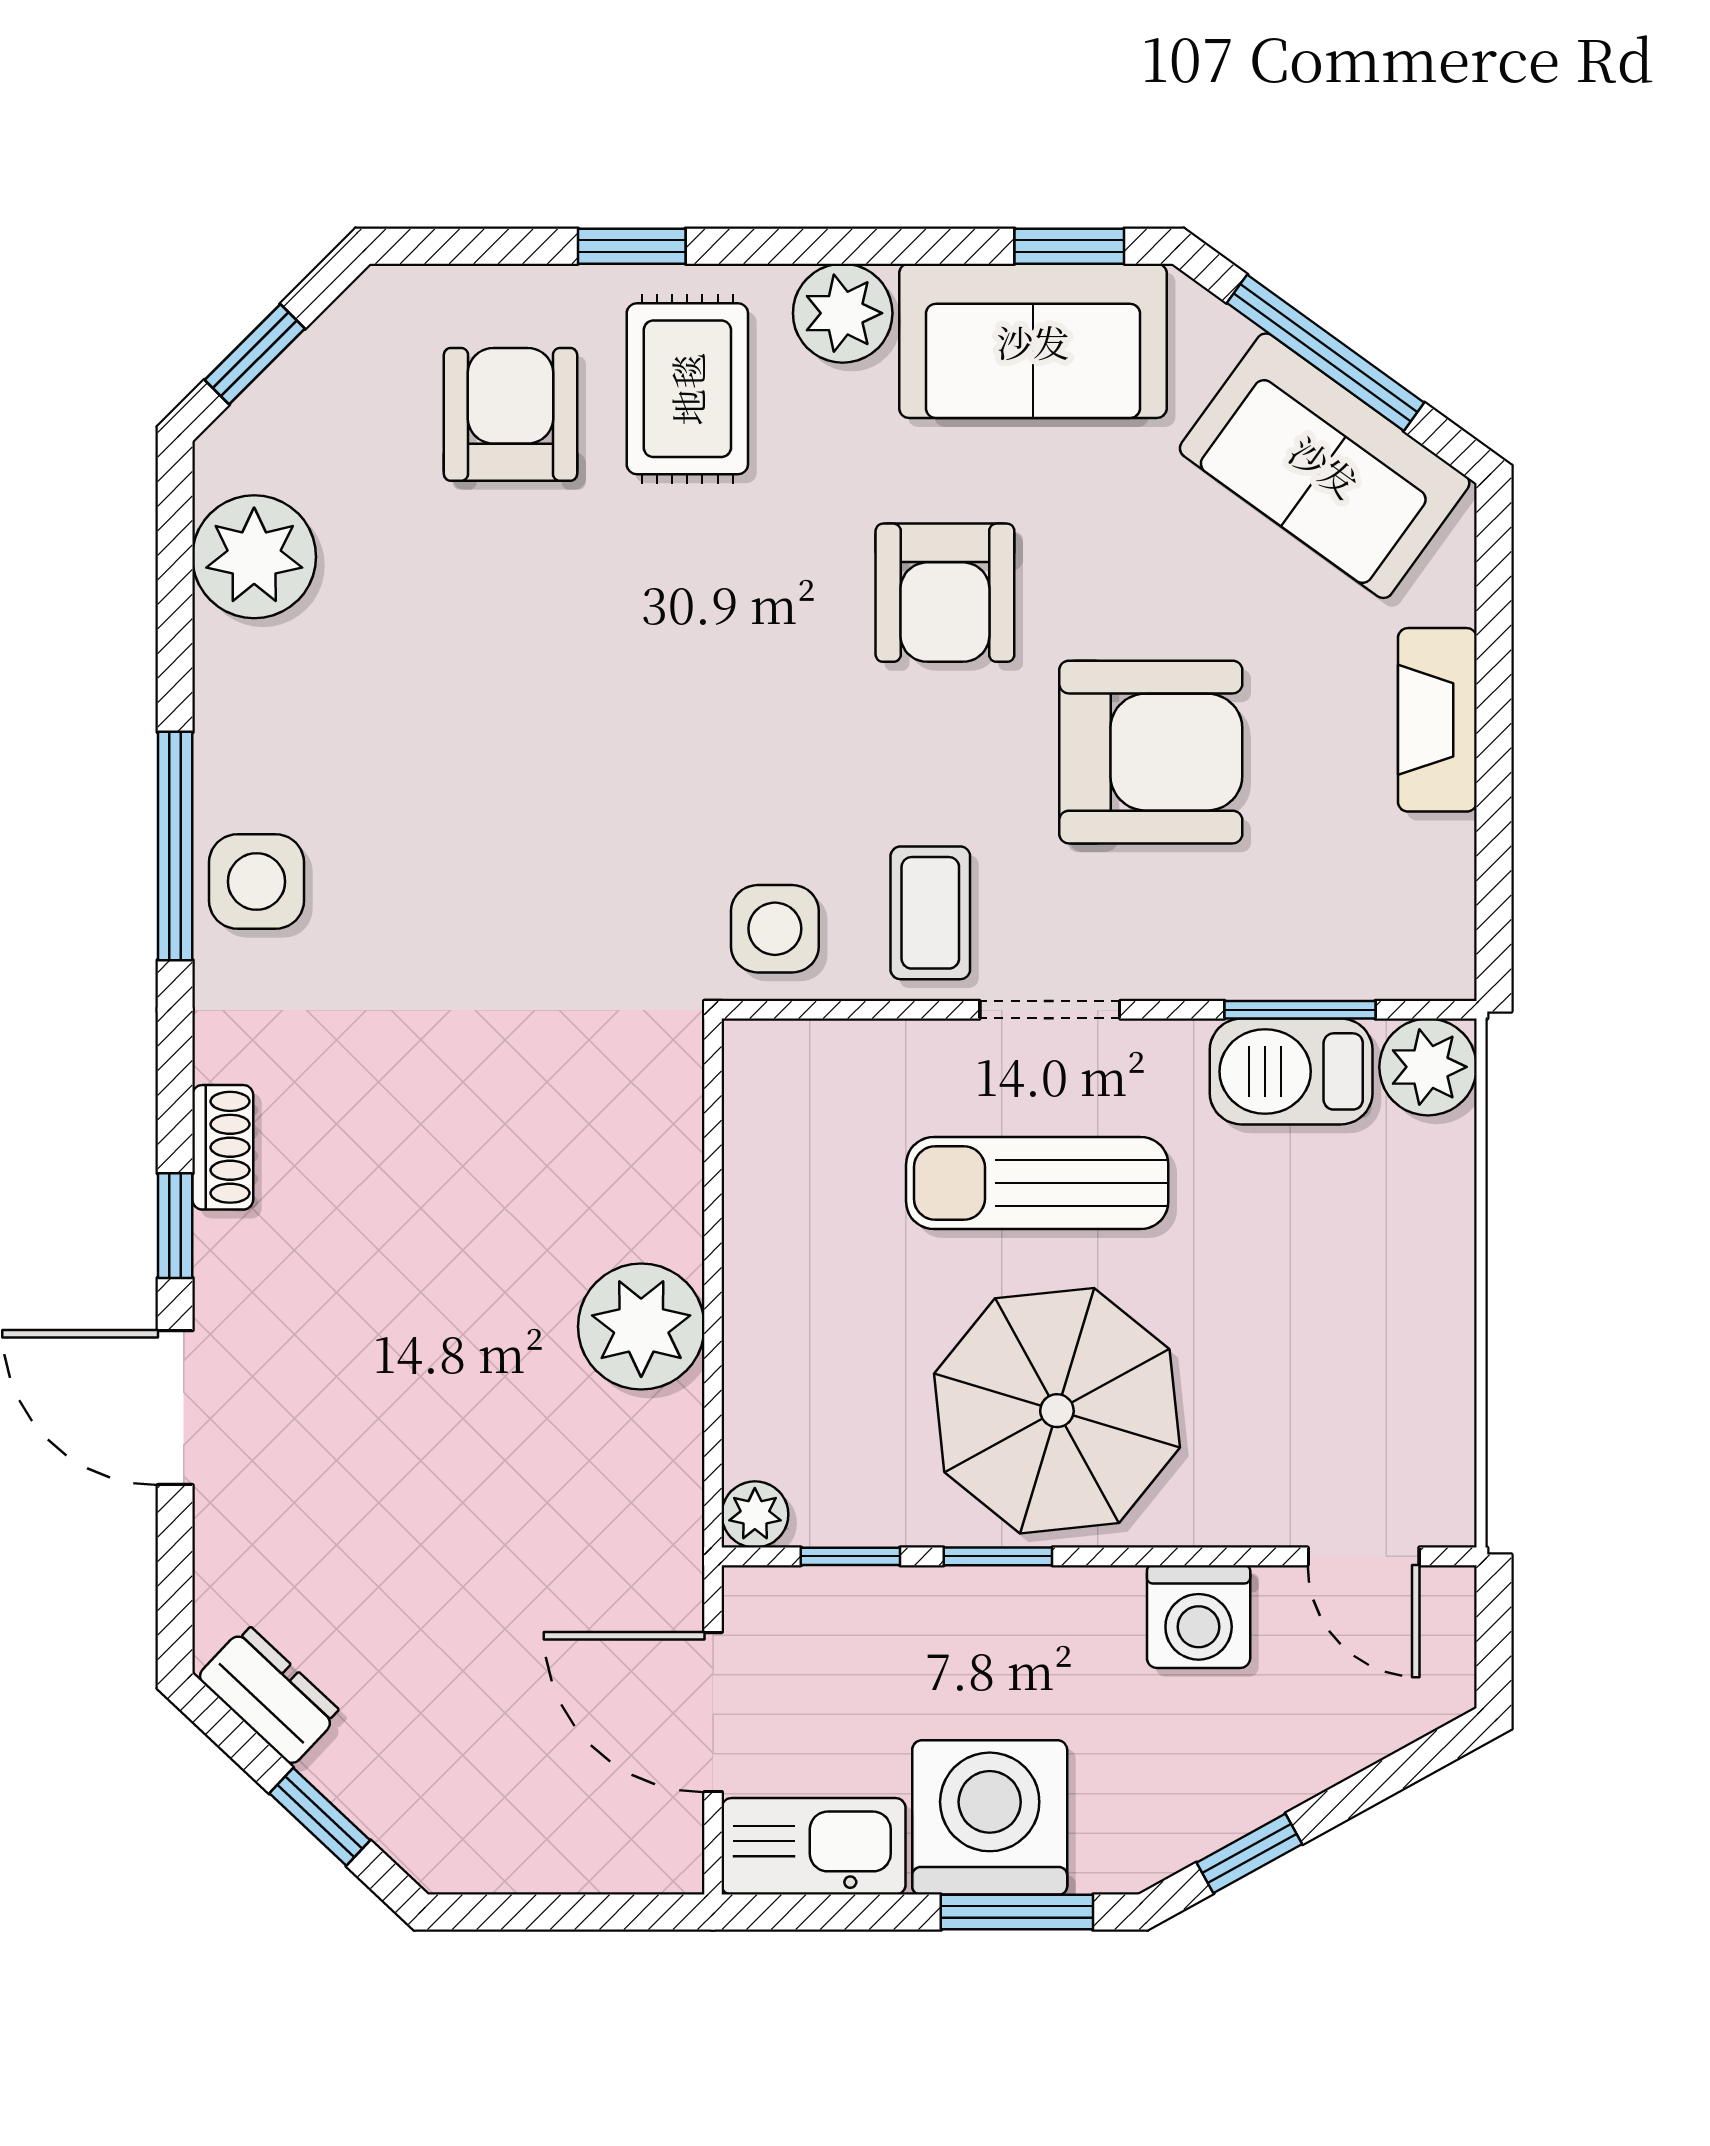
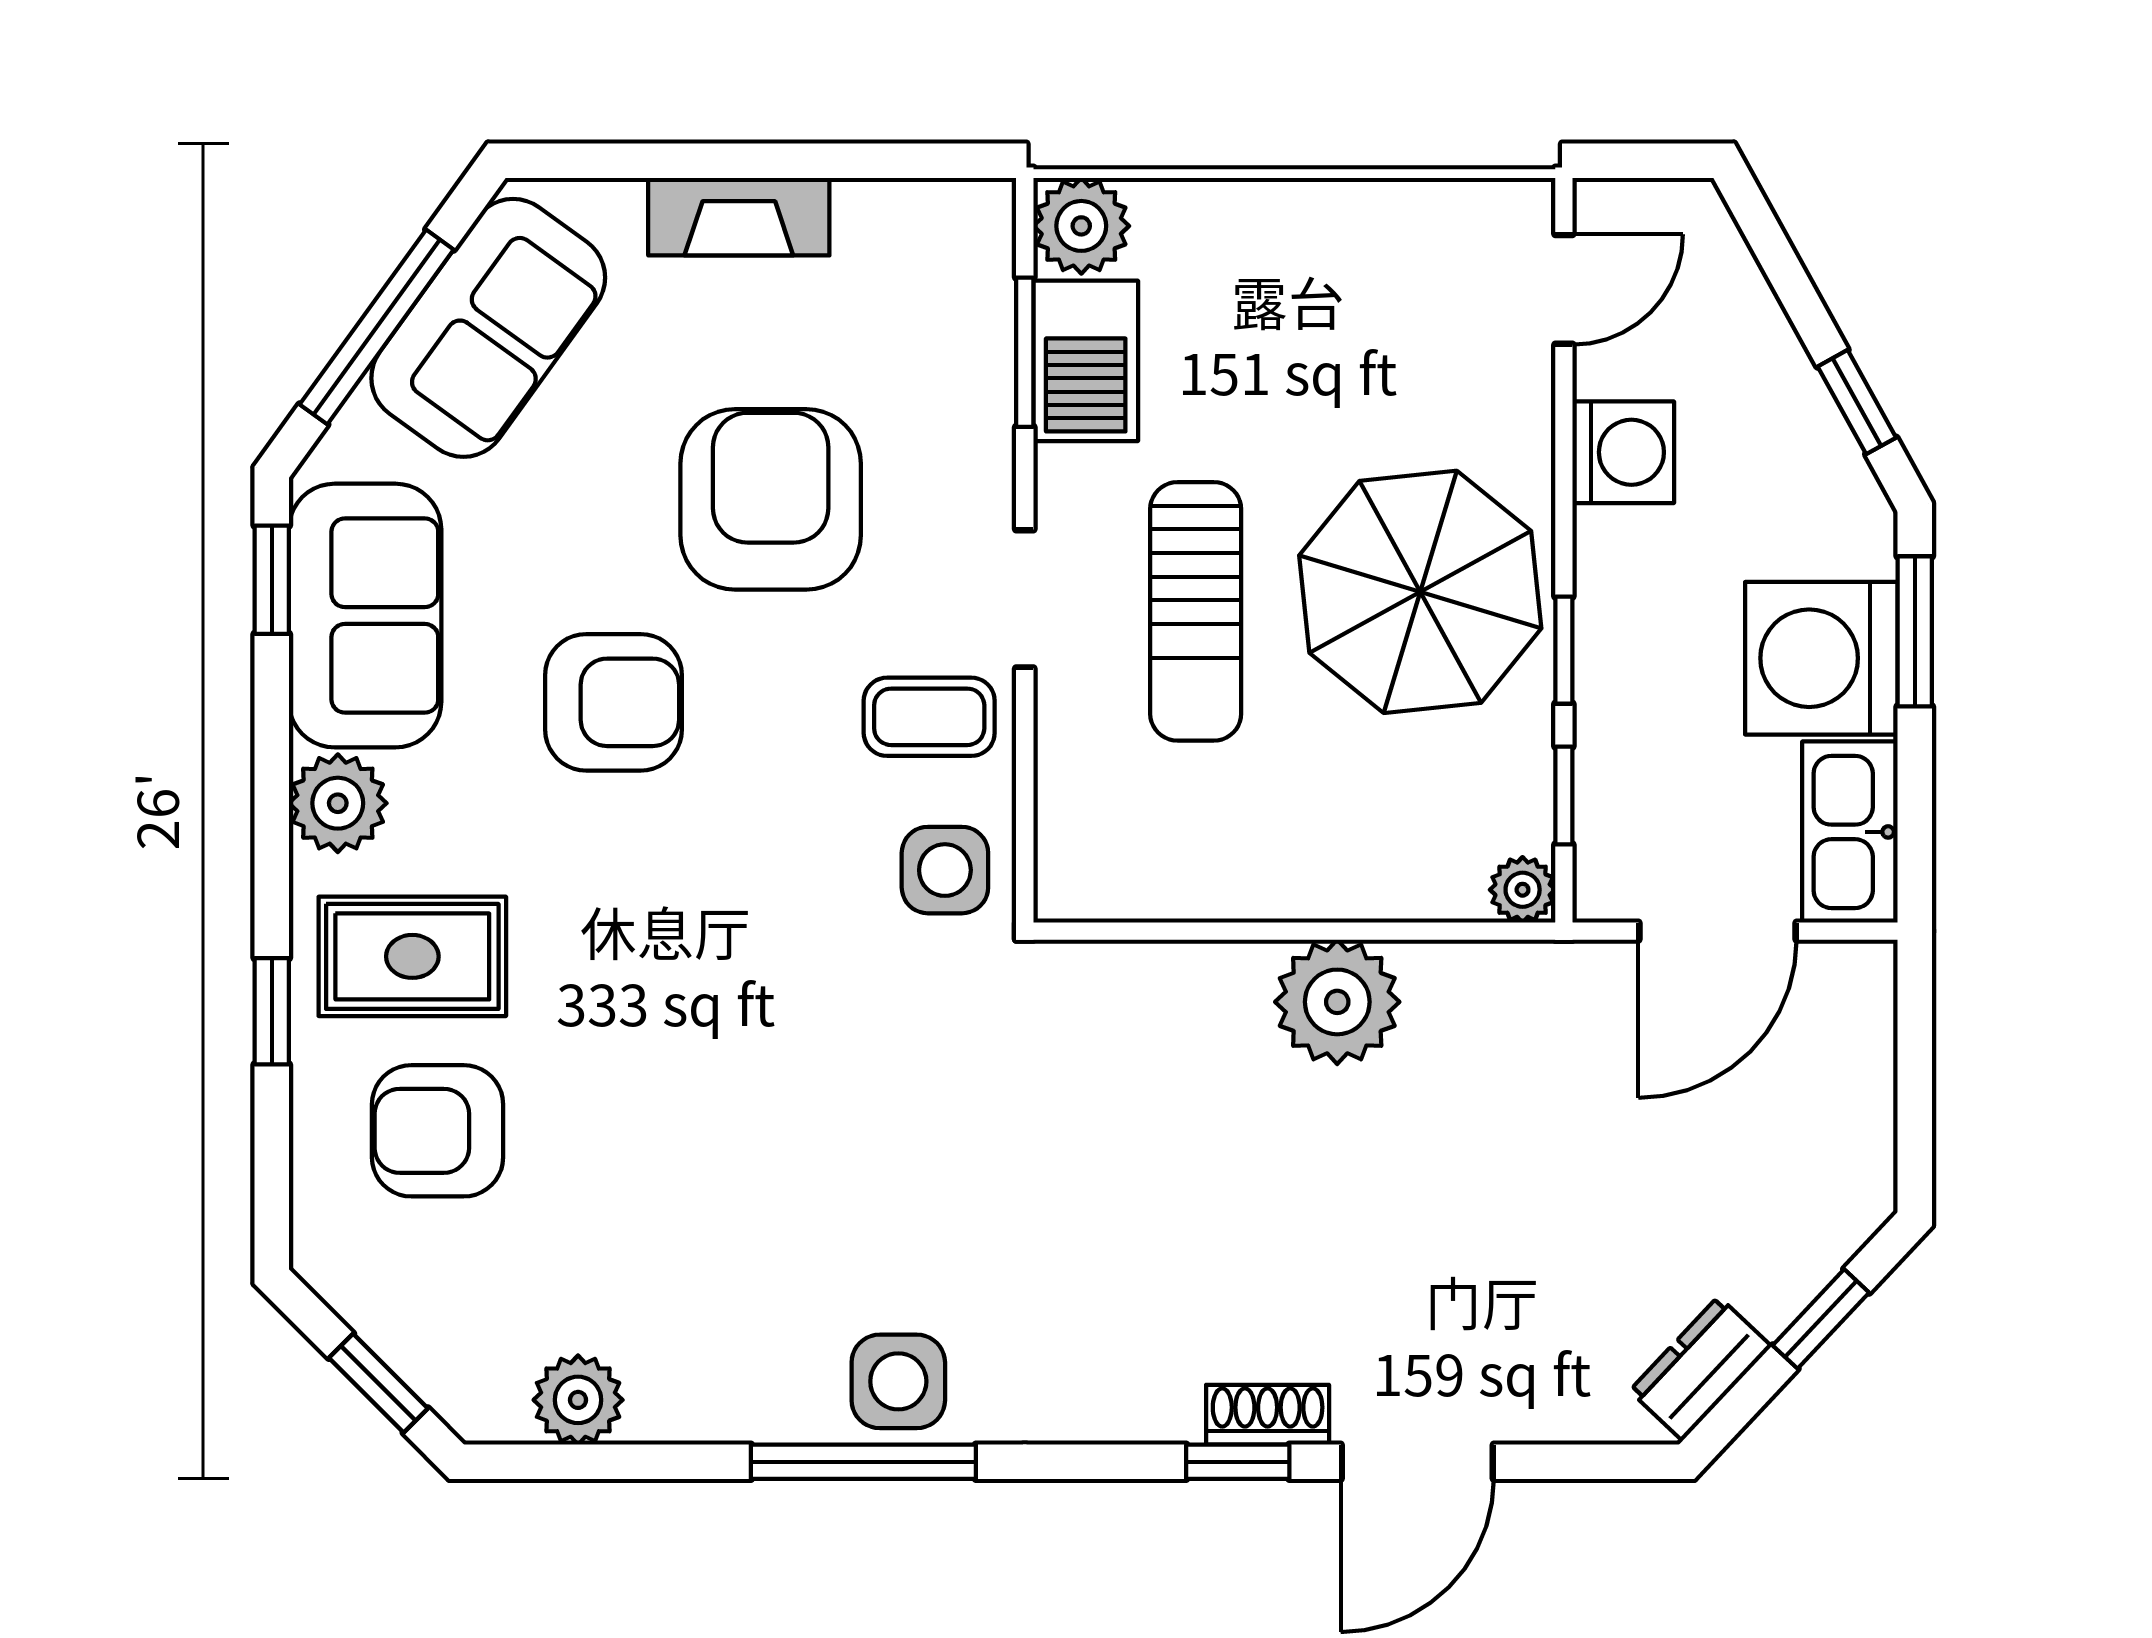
plant: (254, 557) -> (578, 1400), width x0.73, depth x0.73
shoe rack: (223, 1147) -> (1268, 1415), moved

